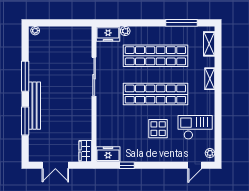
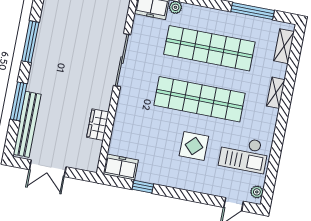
bench: (34, 106) -> (27, 124), moved
checkout: (195, 127) -> (244, 154), turned 180
wardrobe: (85, 151) -> (98, 125), moved

